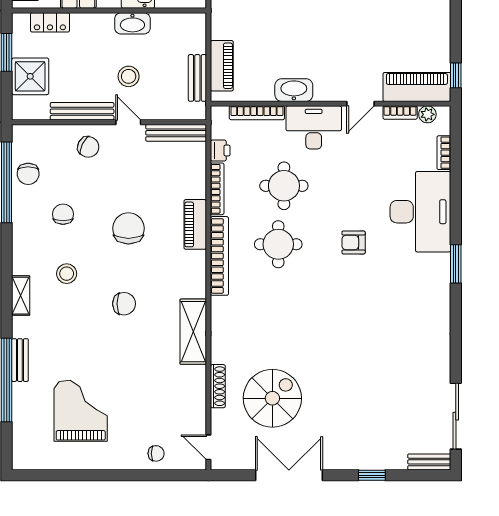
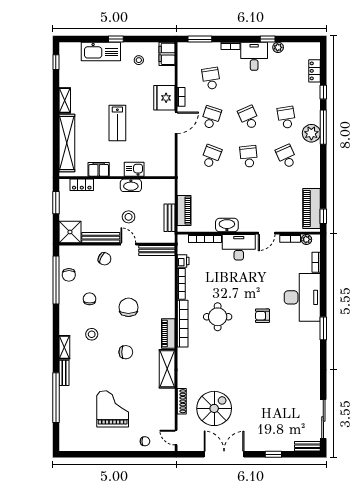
shower: (30, 76) -> (70, 232), moved
piano: (417, 87) -> (312, 209), moved, turned -90
round table: (284, 186) -> (221, 282), removed
piano: (195, 224) -> (168, 333), moved
bench: (20, 360) -> (64, 373), moved
grand piano: (81, 411) -> (113, 409), moved

